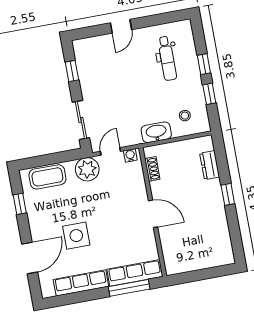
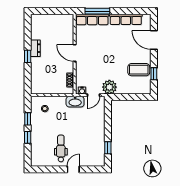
dental chair: (167, 58) -> (61, 148), moved
sliding door: (81, 120) -> (108, 117), removed
washbasin: (156, 132) -> (75, 102), moved
dresser: (210, 165) -> (35, 48), moved
coffee table: (47, 177) -> (139, 70), moved
side table: (76, 236) -> (123, 48), removed
door: (30, 258) -> (154, 40), hinge flipped

